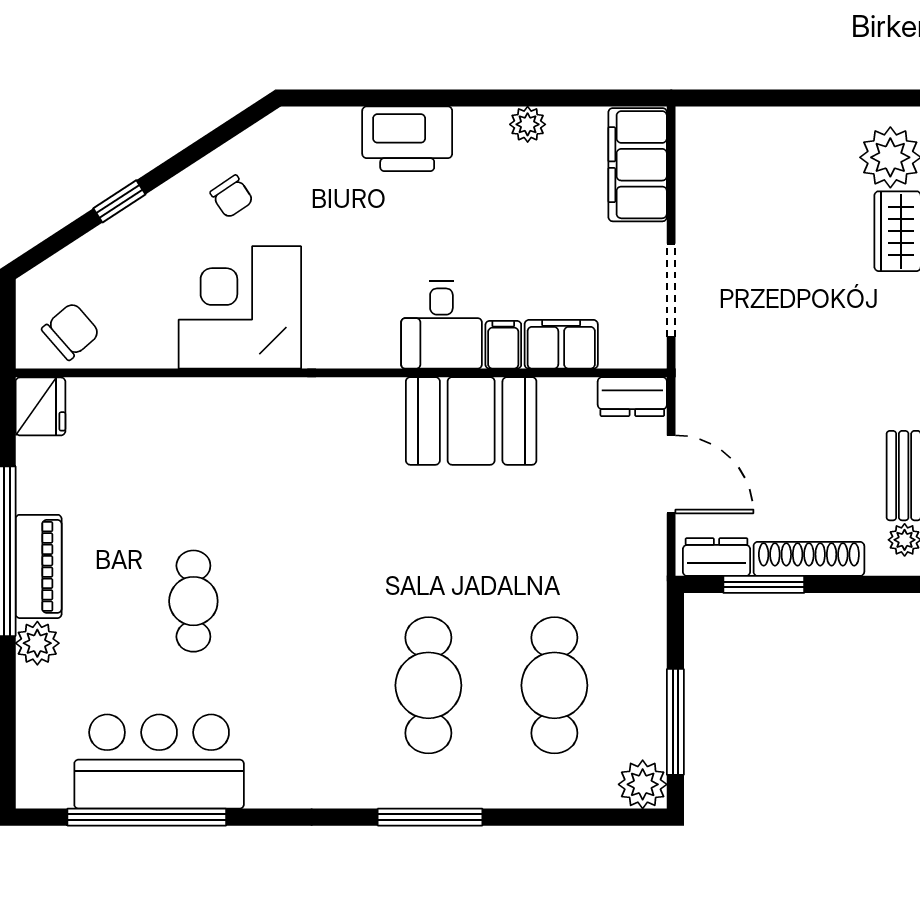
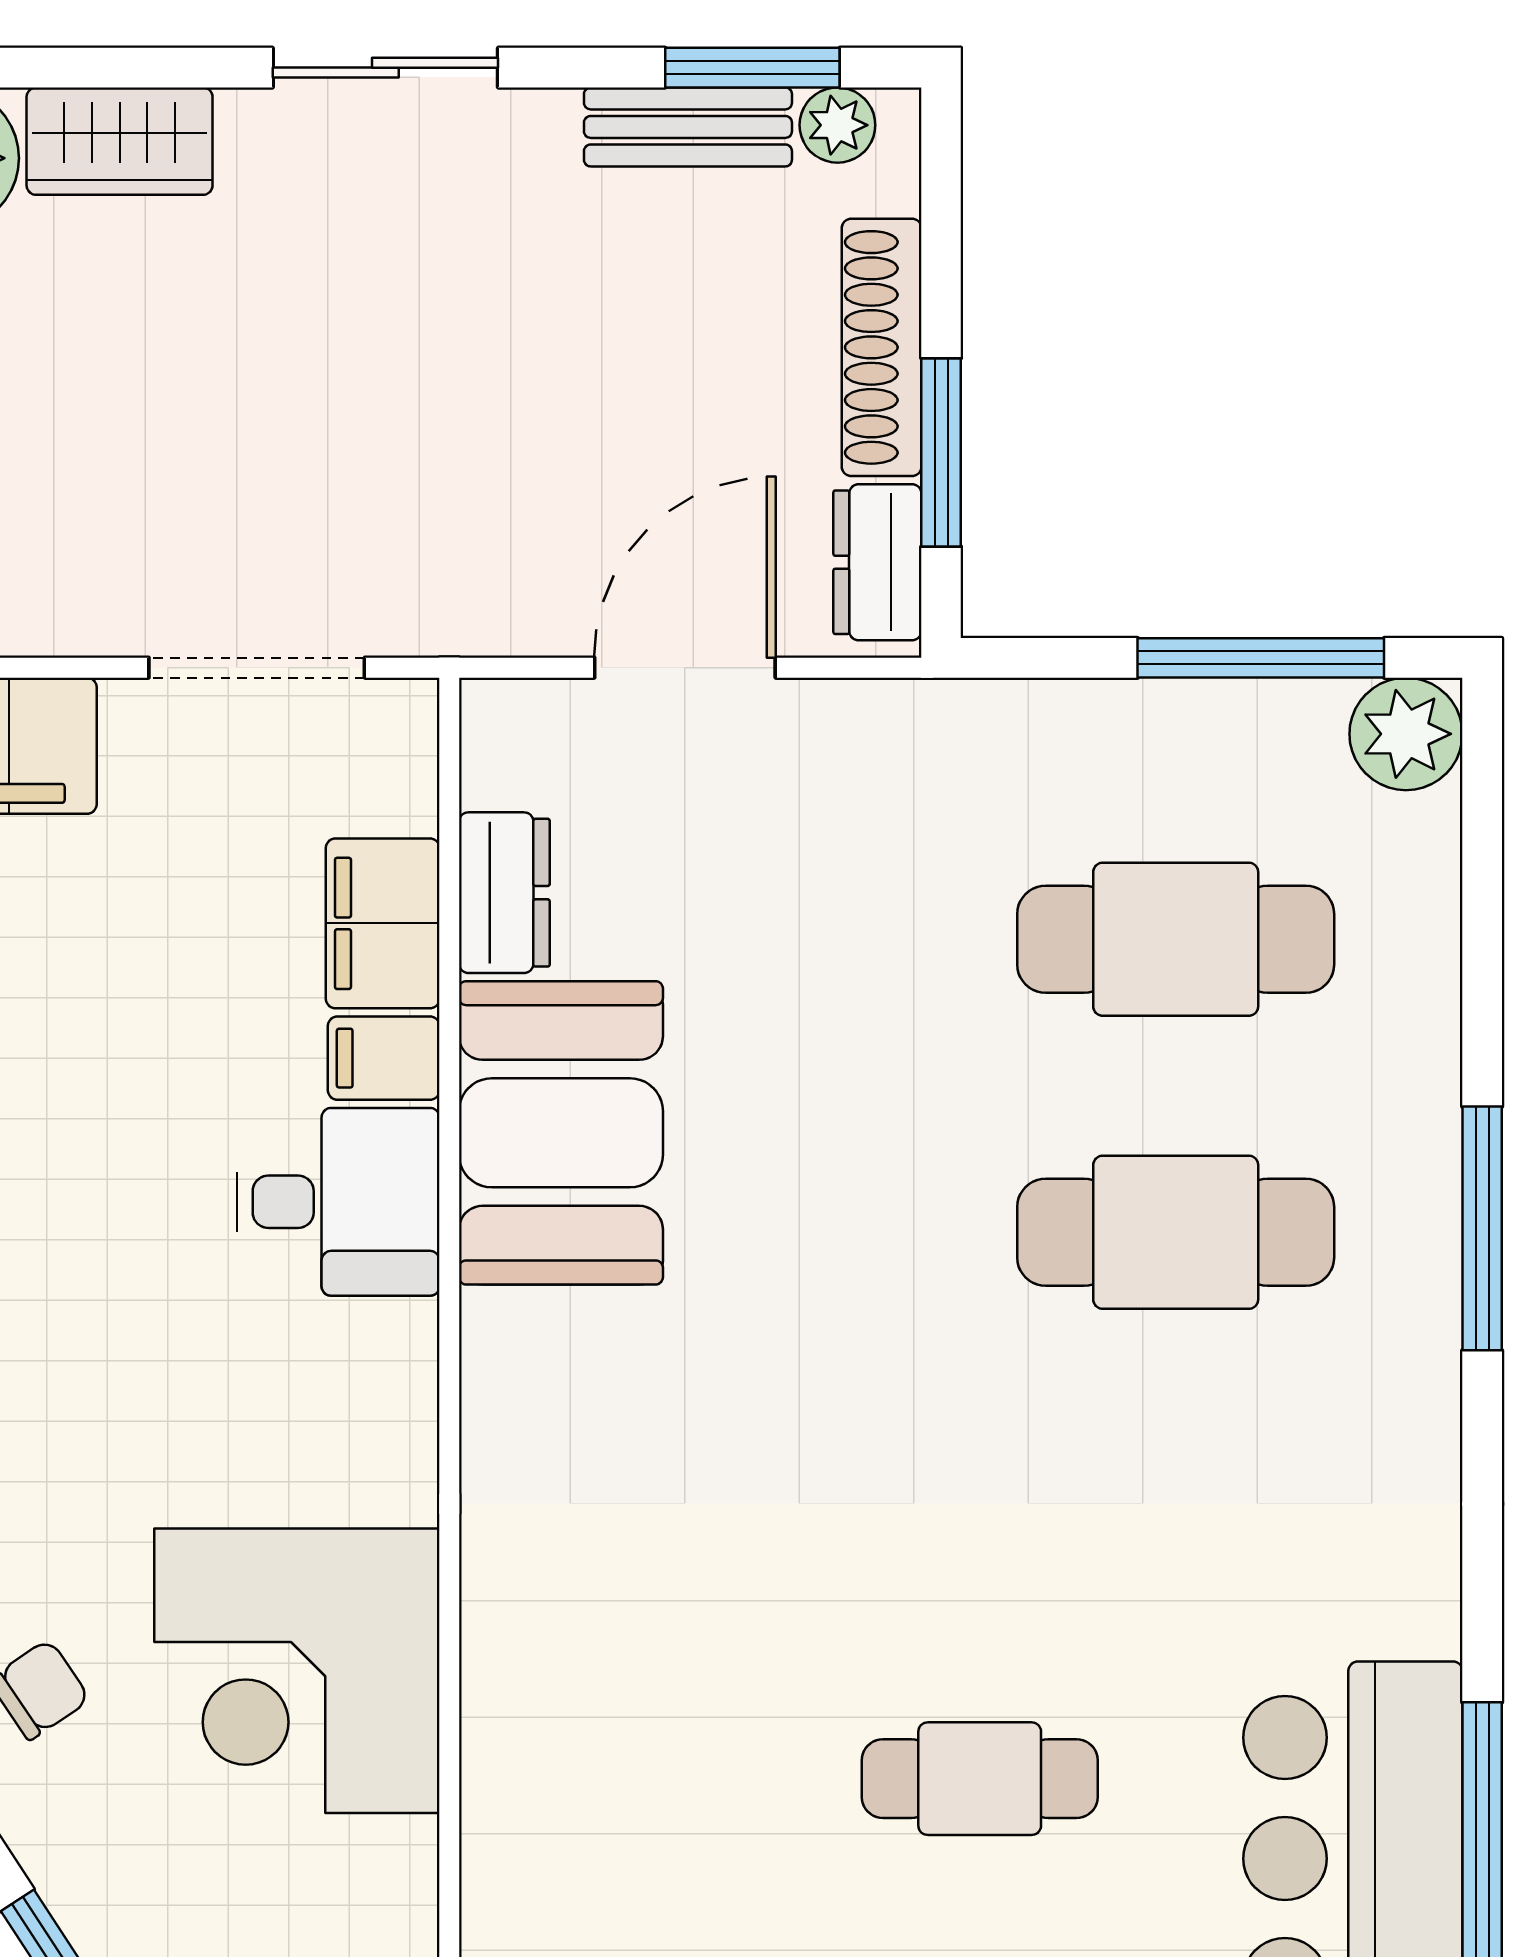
dresser: (632, 397) -> (504, 893), moved

